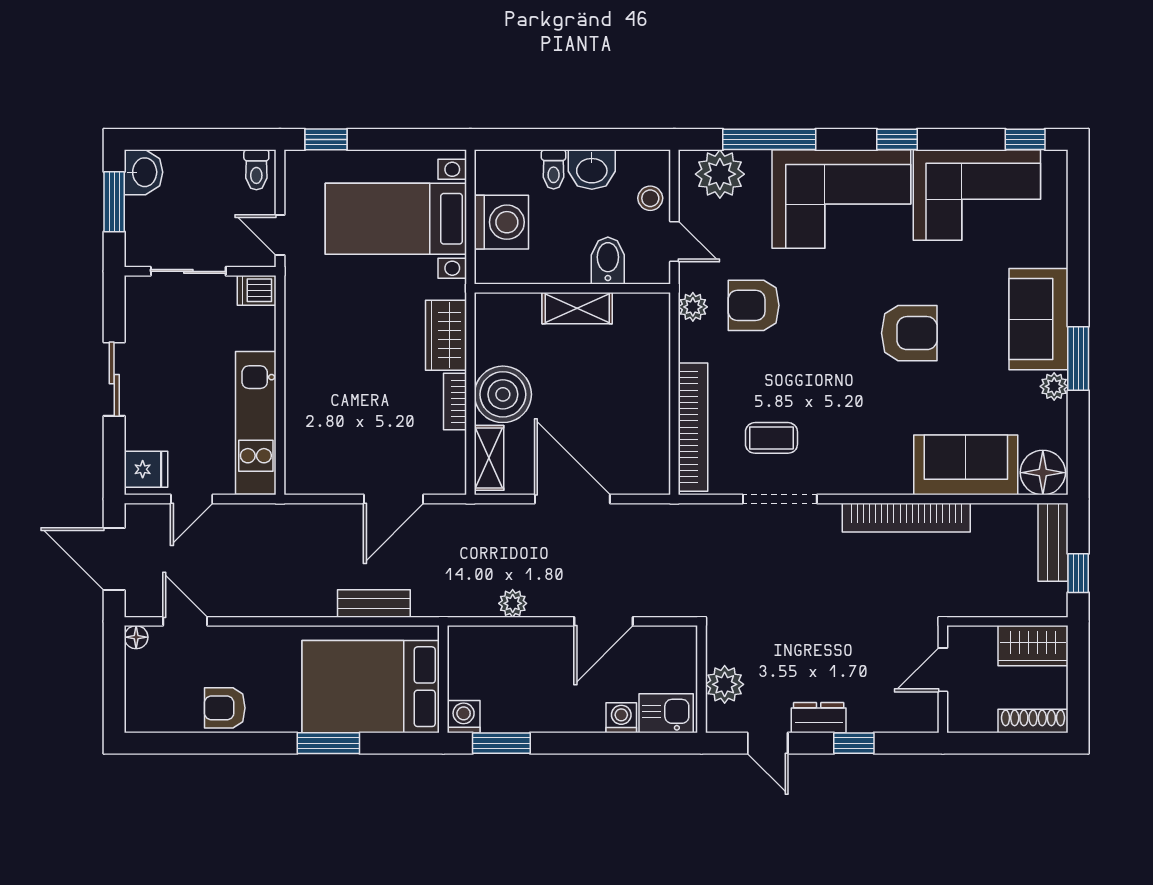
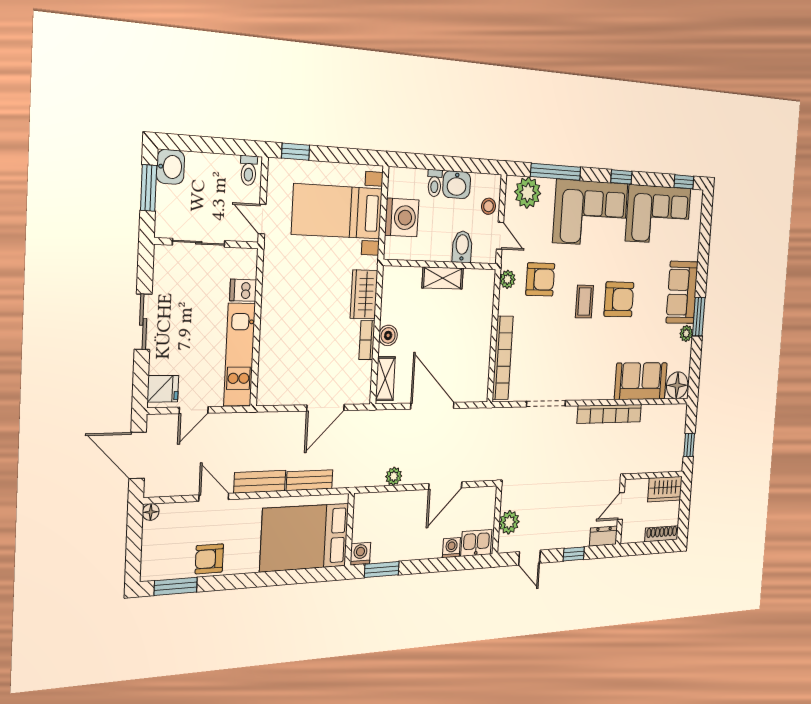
dishwasher: (257, 290) -> (243, 290), moved
armchair: (754, 305) -> (540, 279), turned 180
boiler: (503, 394) -> (388, 335), width x0.54, depth x0.54
coffee table: (771, 438) -> (584, 302), moved, turned 90
bench: (1053, 542) -> (260, 482), moved, turned 90
door: (185, 621) -> (214, 497), moved
dresser: (819, 718) -> (604, 536), moved
window: (328, 743) -> (176, 586), moved

